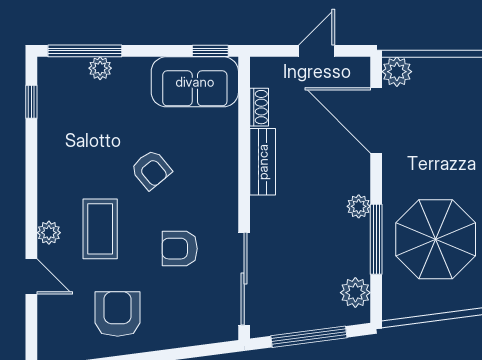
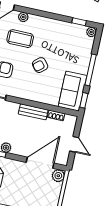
window: (85, 51) -> (91, 70), moved
plant: (100, 68) -> (91, 32), moved

